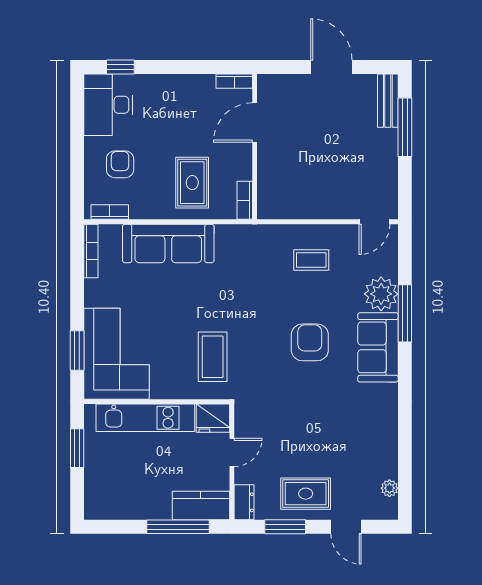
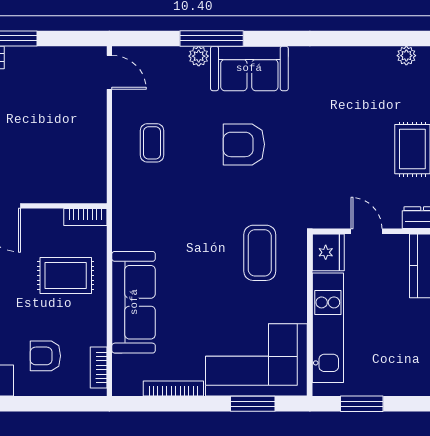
bookcase: (91, 251) -> (173, 388), moved
plant: (381, 294) -> (199, 56), width x0.53, depth x0.53
coffee table: (213, 357) -> (260, 253), turned 90

